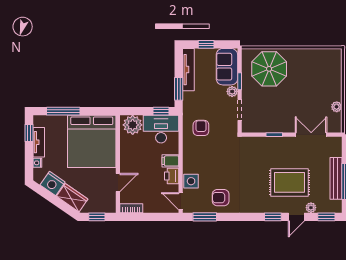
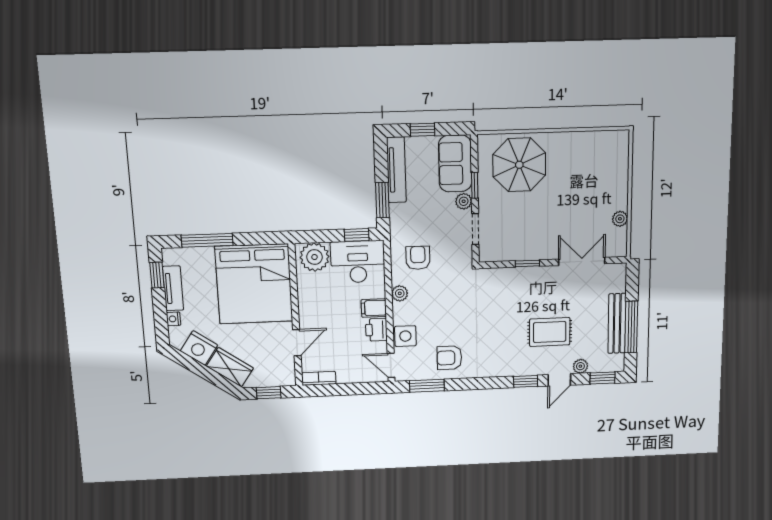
plant: (188, 152) -> (400, 293), added
rug: (290, 182) -> (550, 332), width x0.73, depth x0.70

